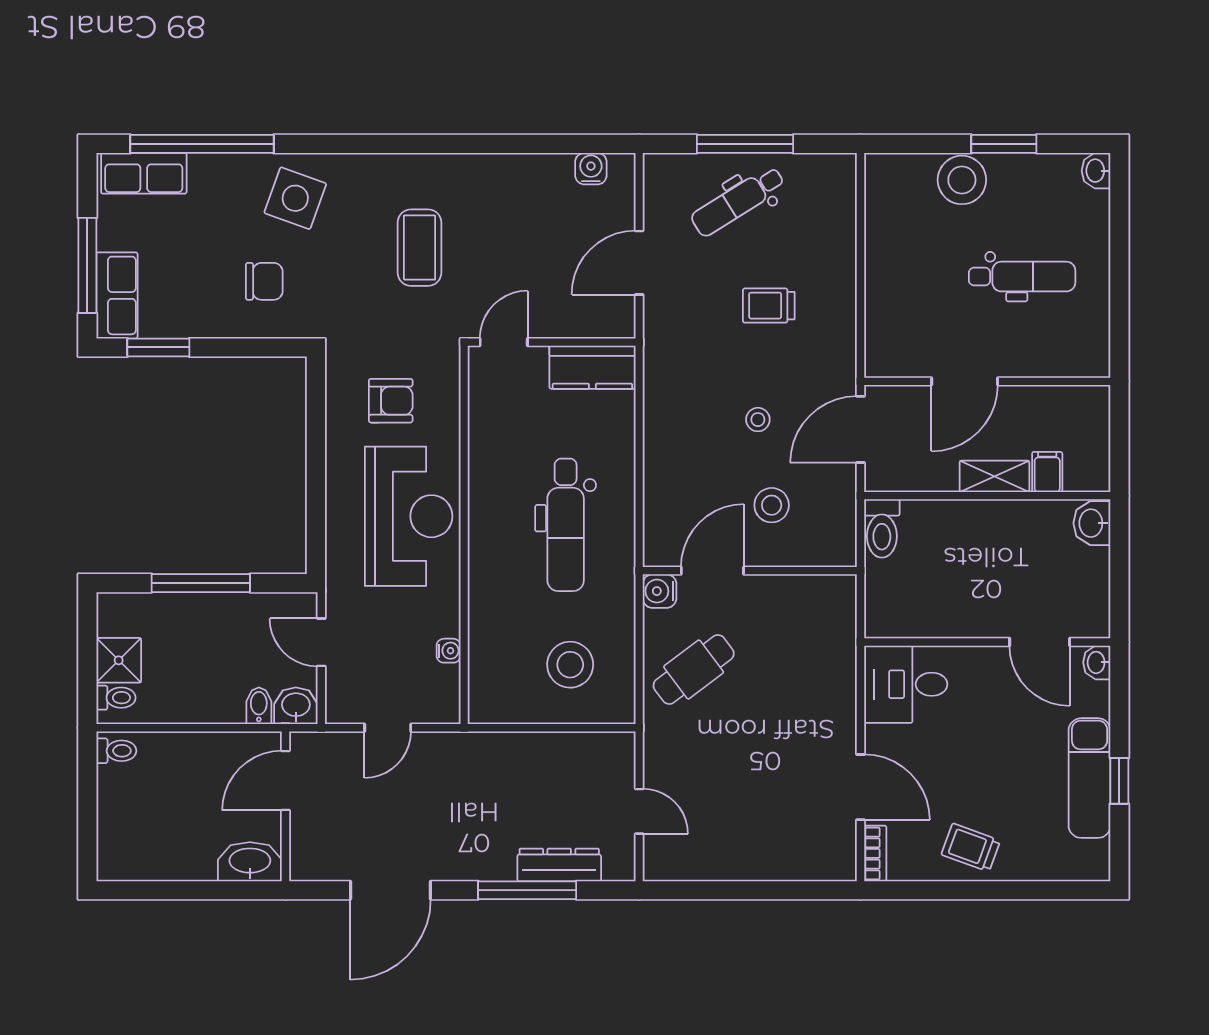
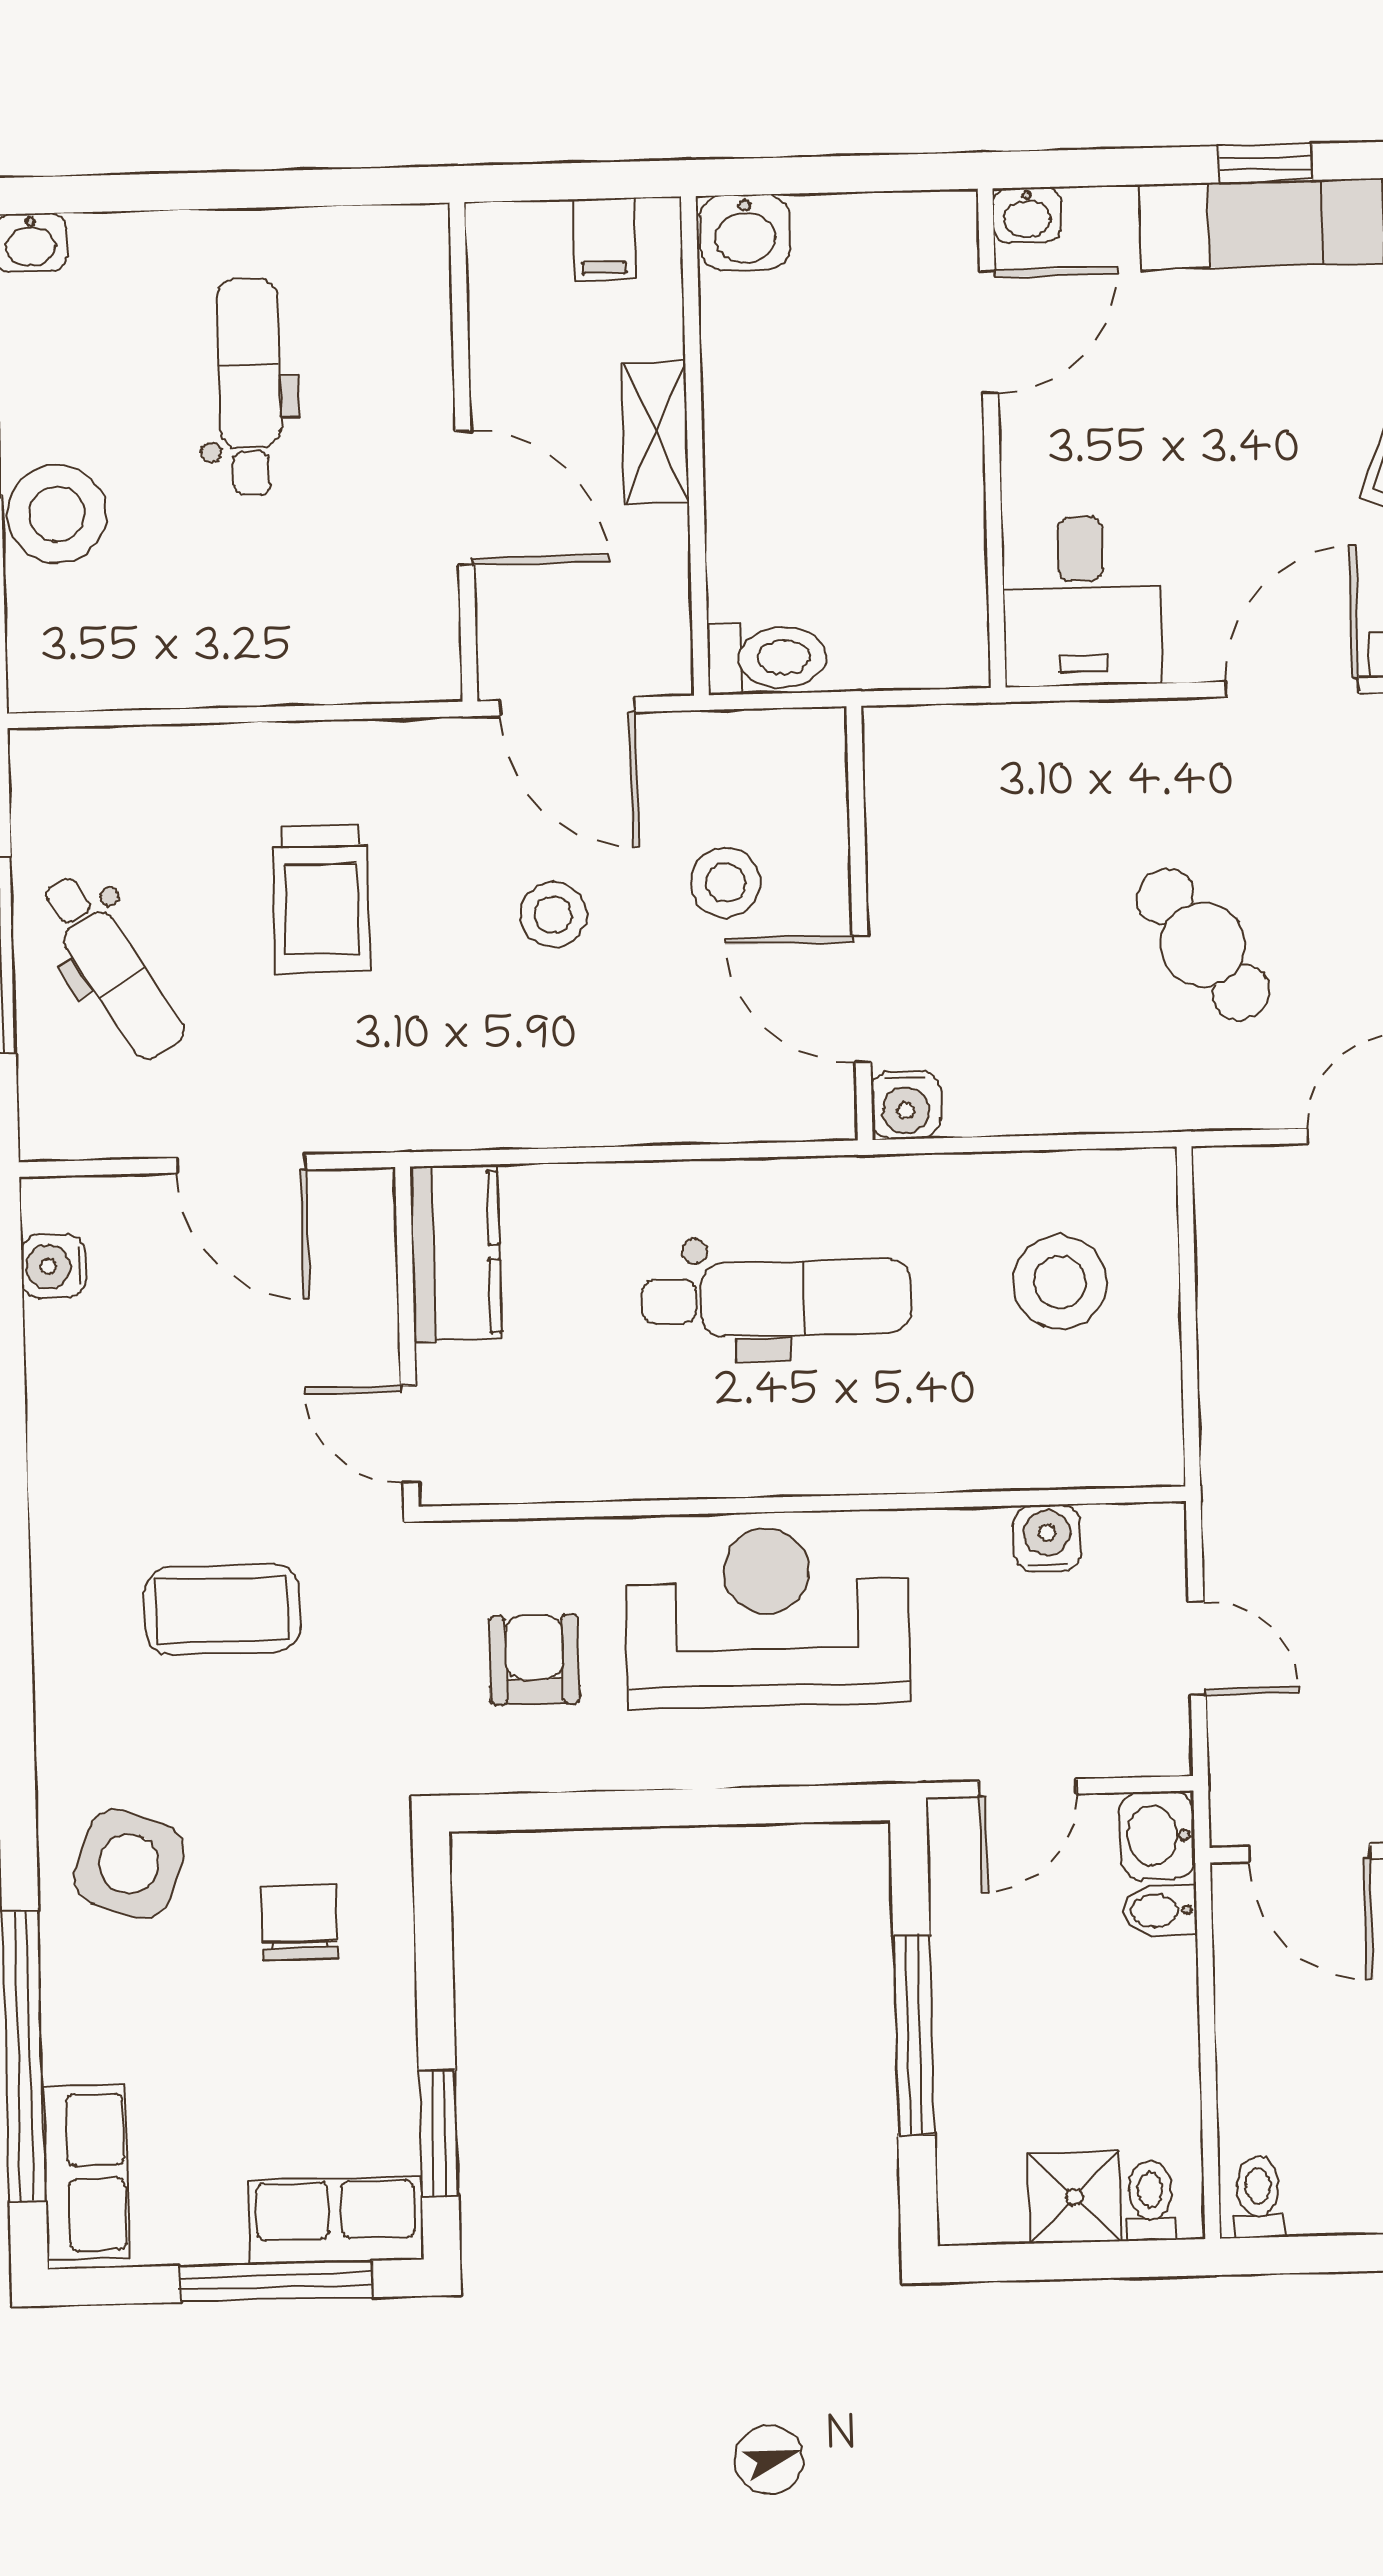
trolley: (769, 306) -> (321, 899), width x1.36, depth x1.39
stool: (758, 420) -> (553, 915), width x1.37, depth x1.37
filing cabinet: (1047, 472) -> (604, 239), moved, turned -90
water cooler: (449, 651) -> (1047, 1538), width x1.38, depth x1.38
cafe table: (694, 670) -> (1203, 944), moved

